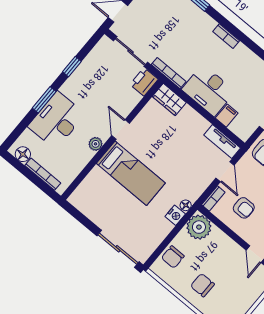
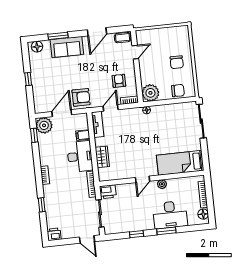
wardrobe: (169, 100) -> (102, 157), moved
bed: (131, 173) -> (180, 163), moved, turned -90
nightstand: (175, 215) -> (157, 110), removed

